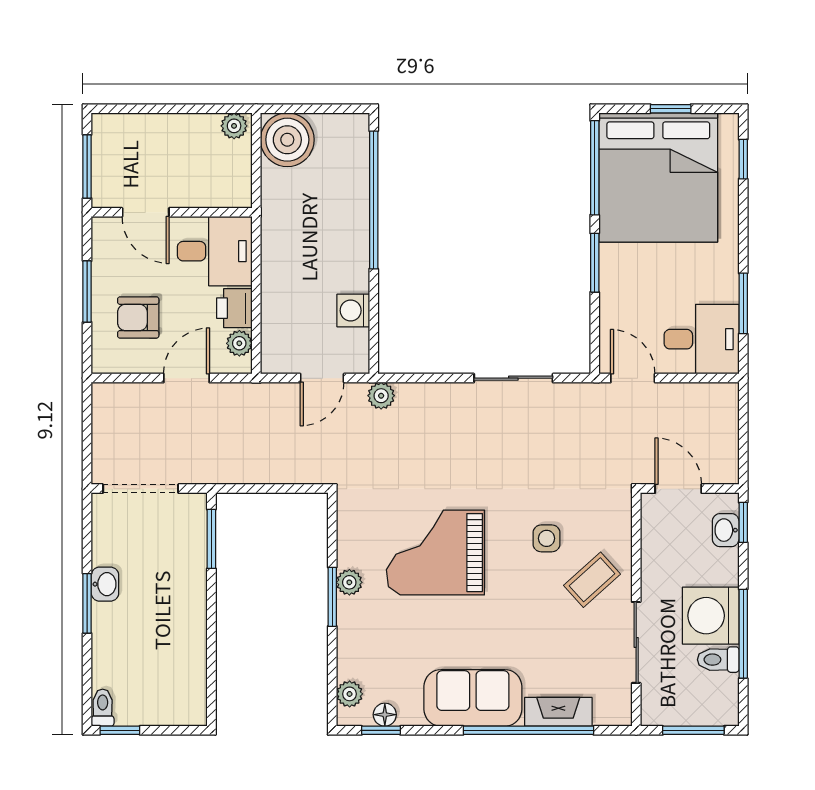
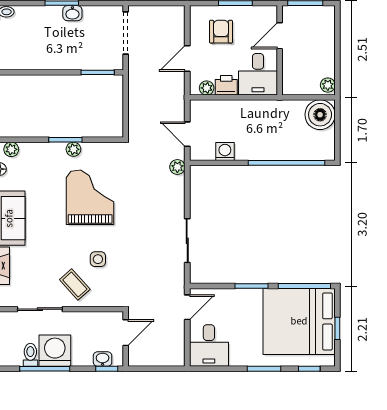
window: (743, 303) -> (264, 369), moved
door: (187, 378) -> (187, 59), swing flipped

